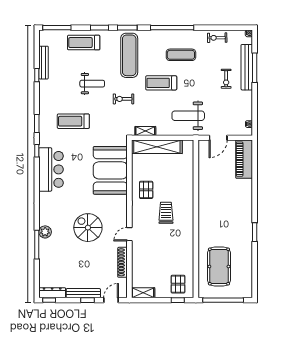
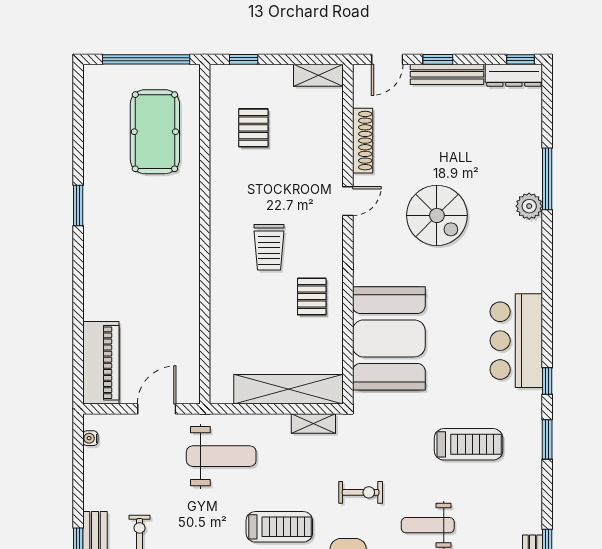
pallet: (178, 284) -> (253, 128), moved

